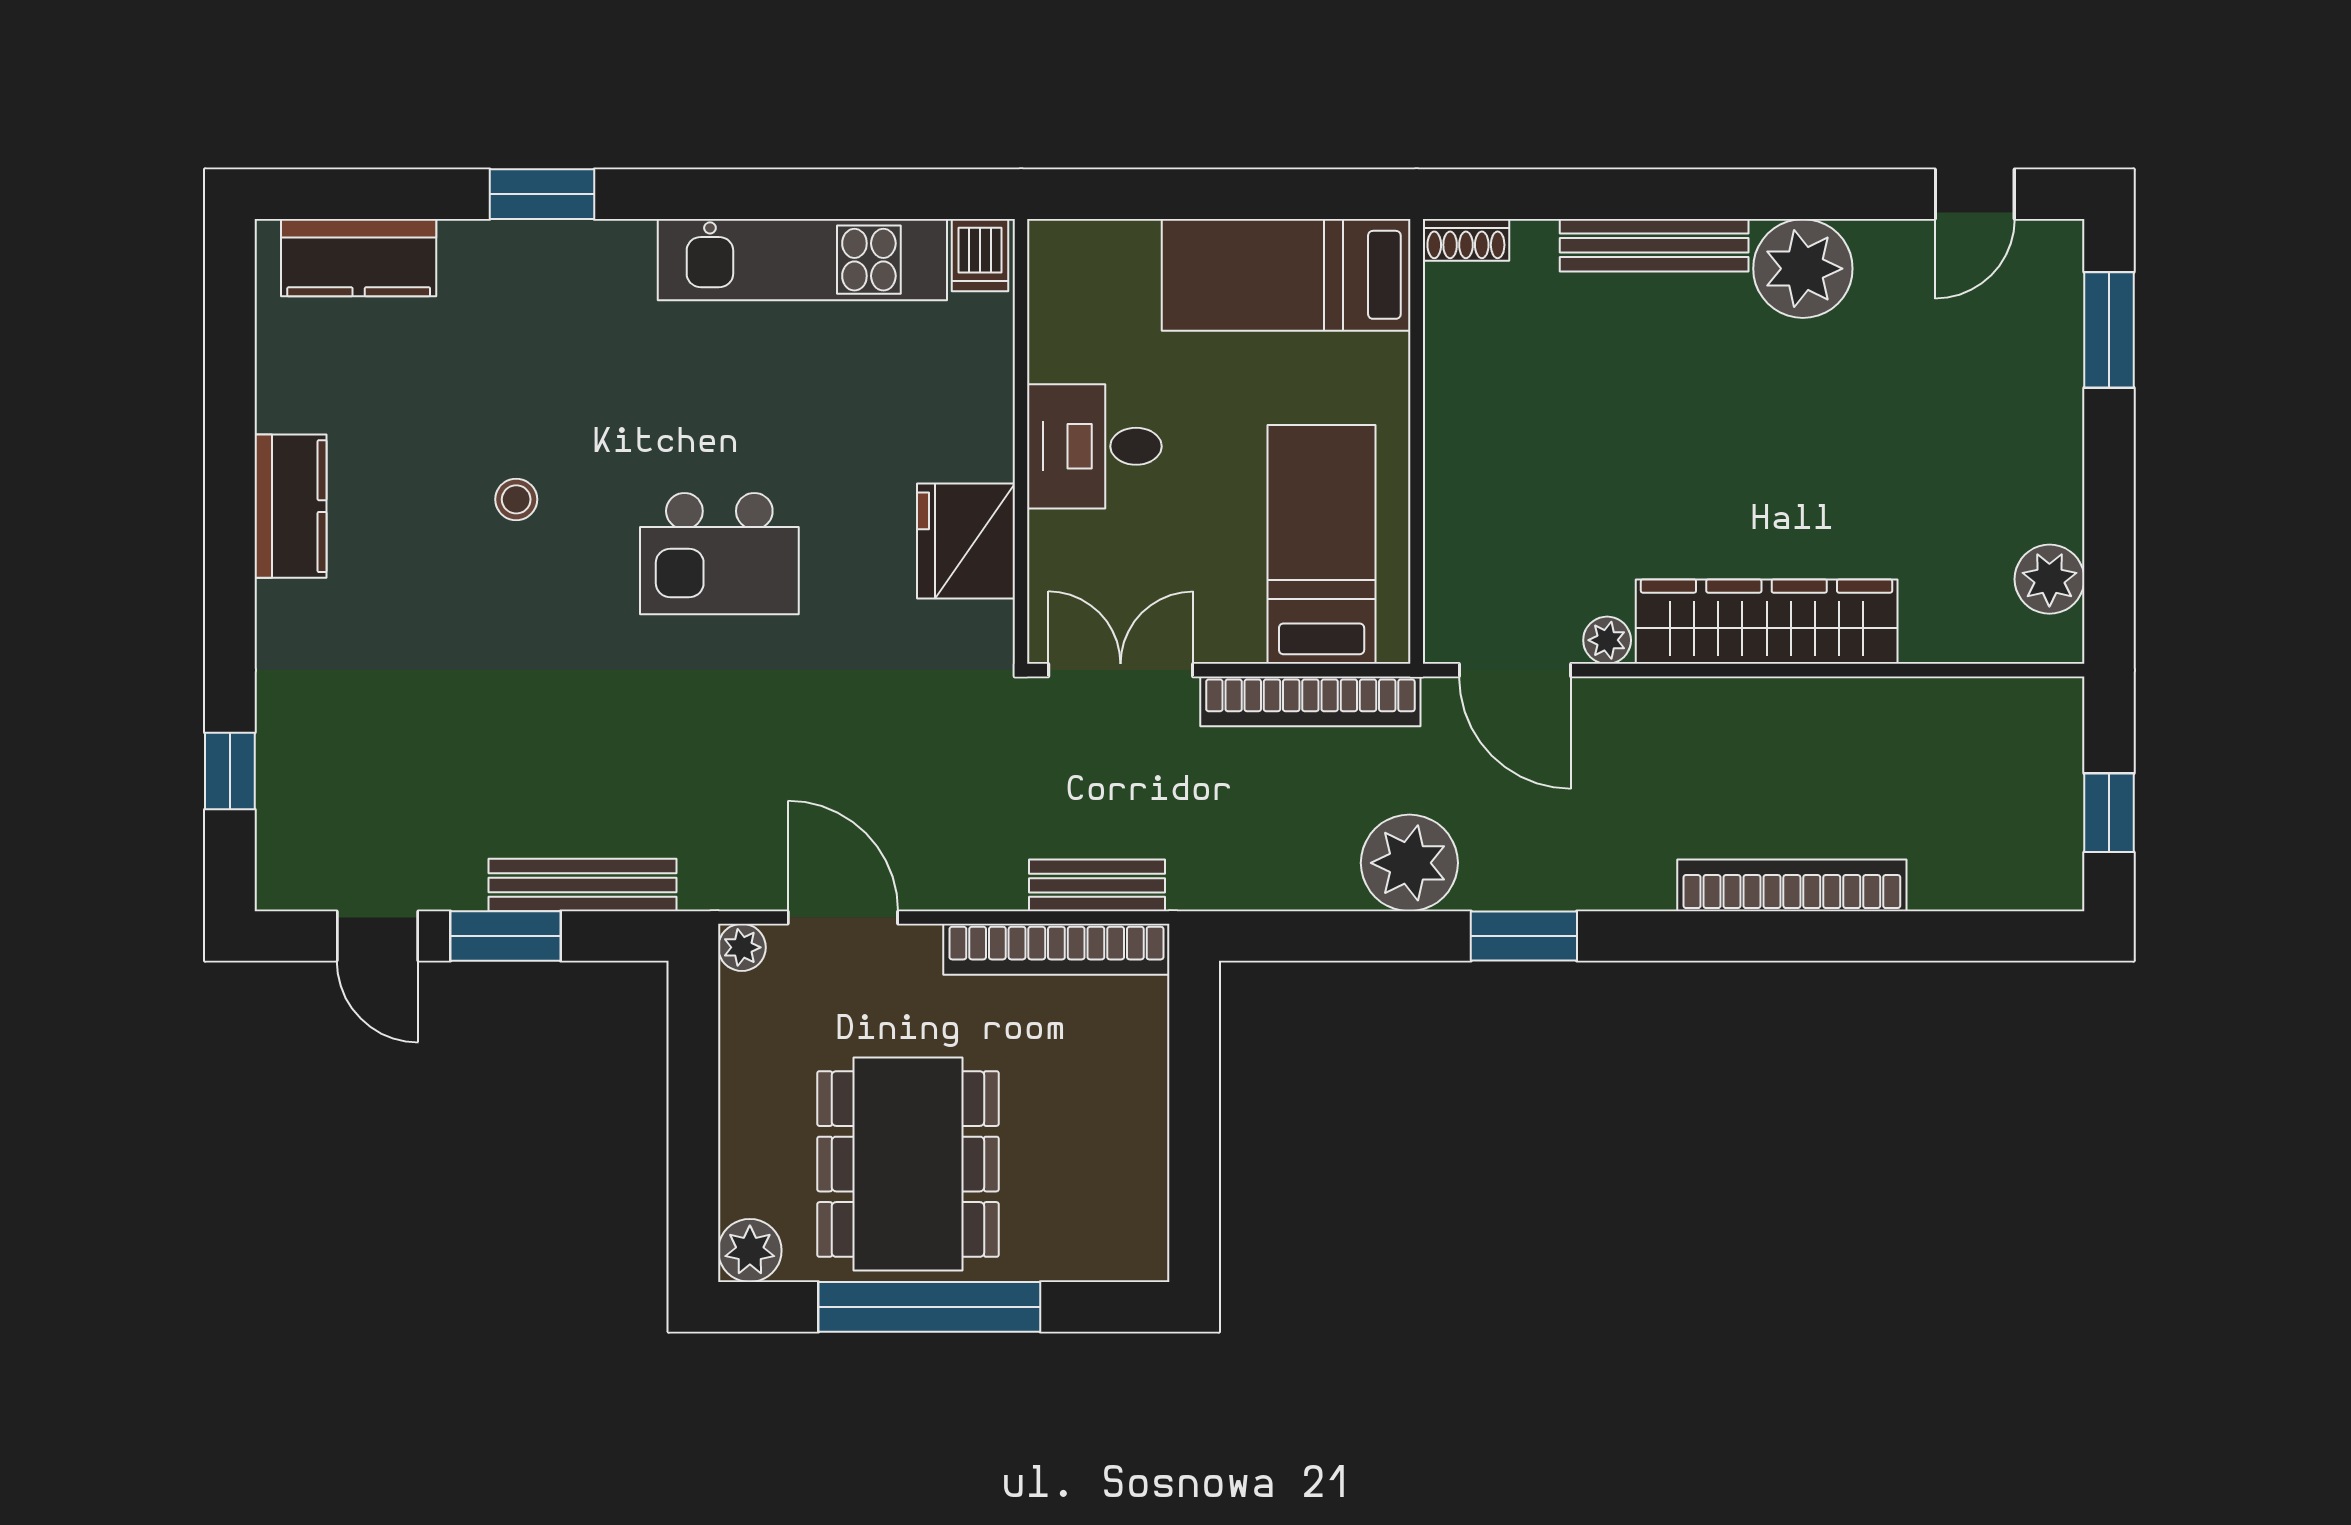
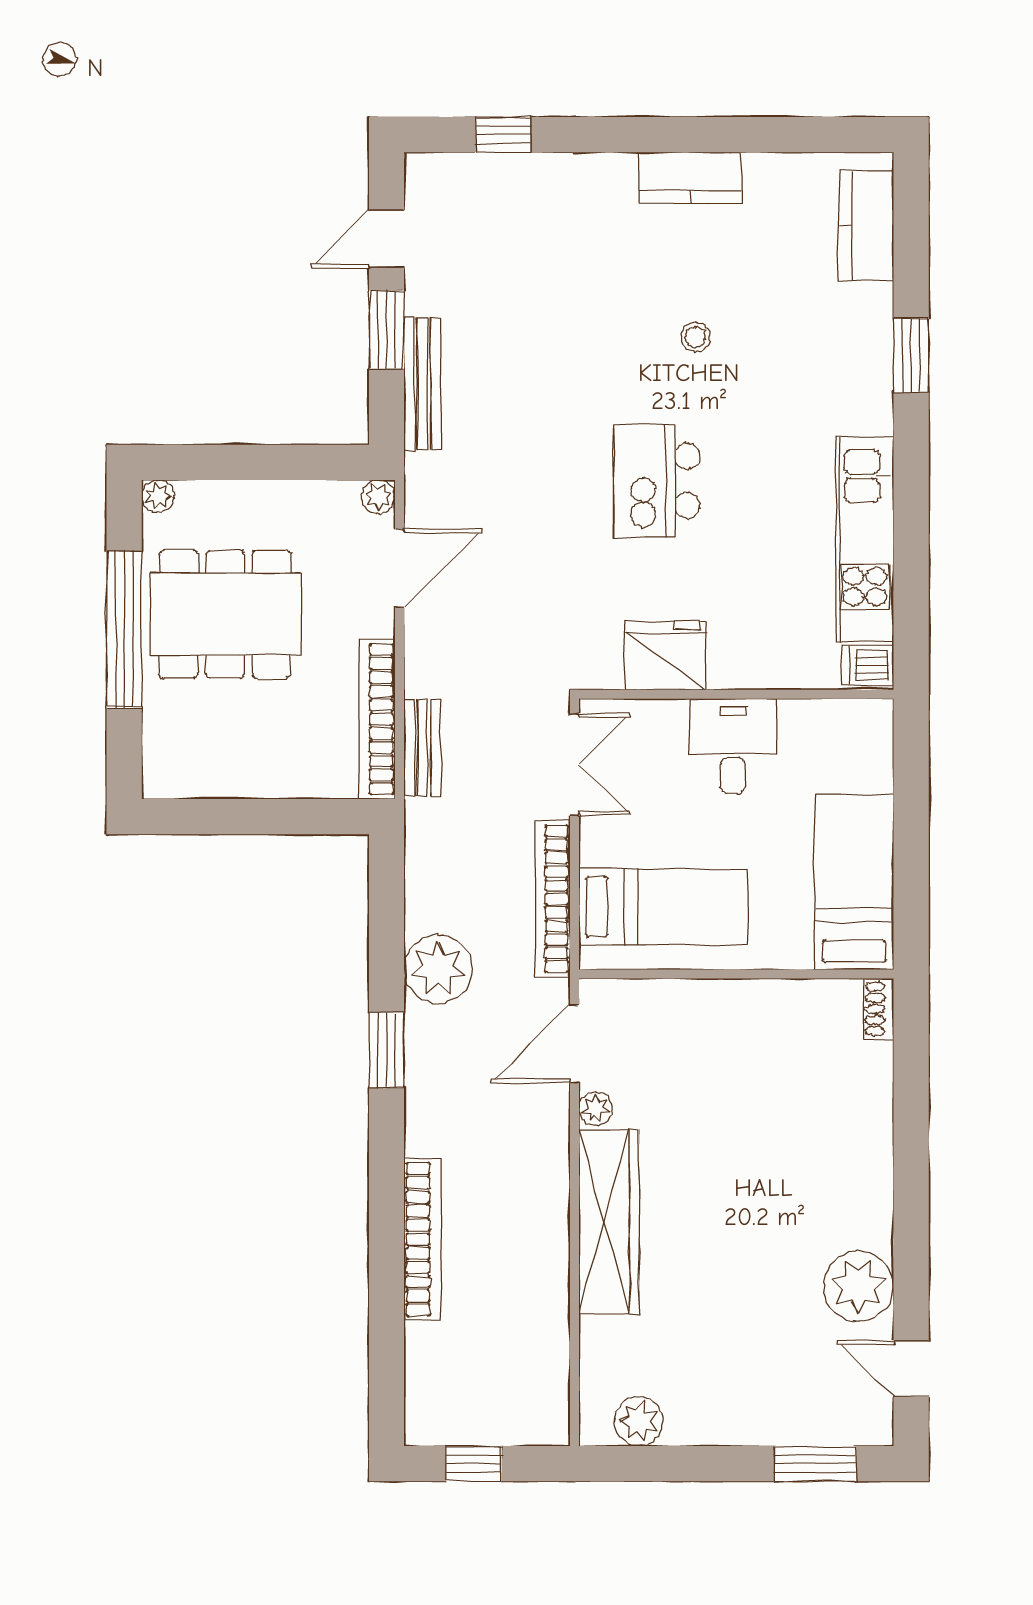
bench: (1654, 245) -> (875, 1142), removed
plant: (1803, 269) -> (859, 1286), moved
plant: (750, 1250) -> (158, 496), width x0.73, depth x0.73

